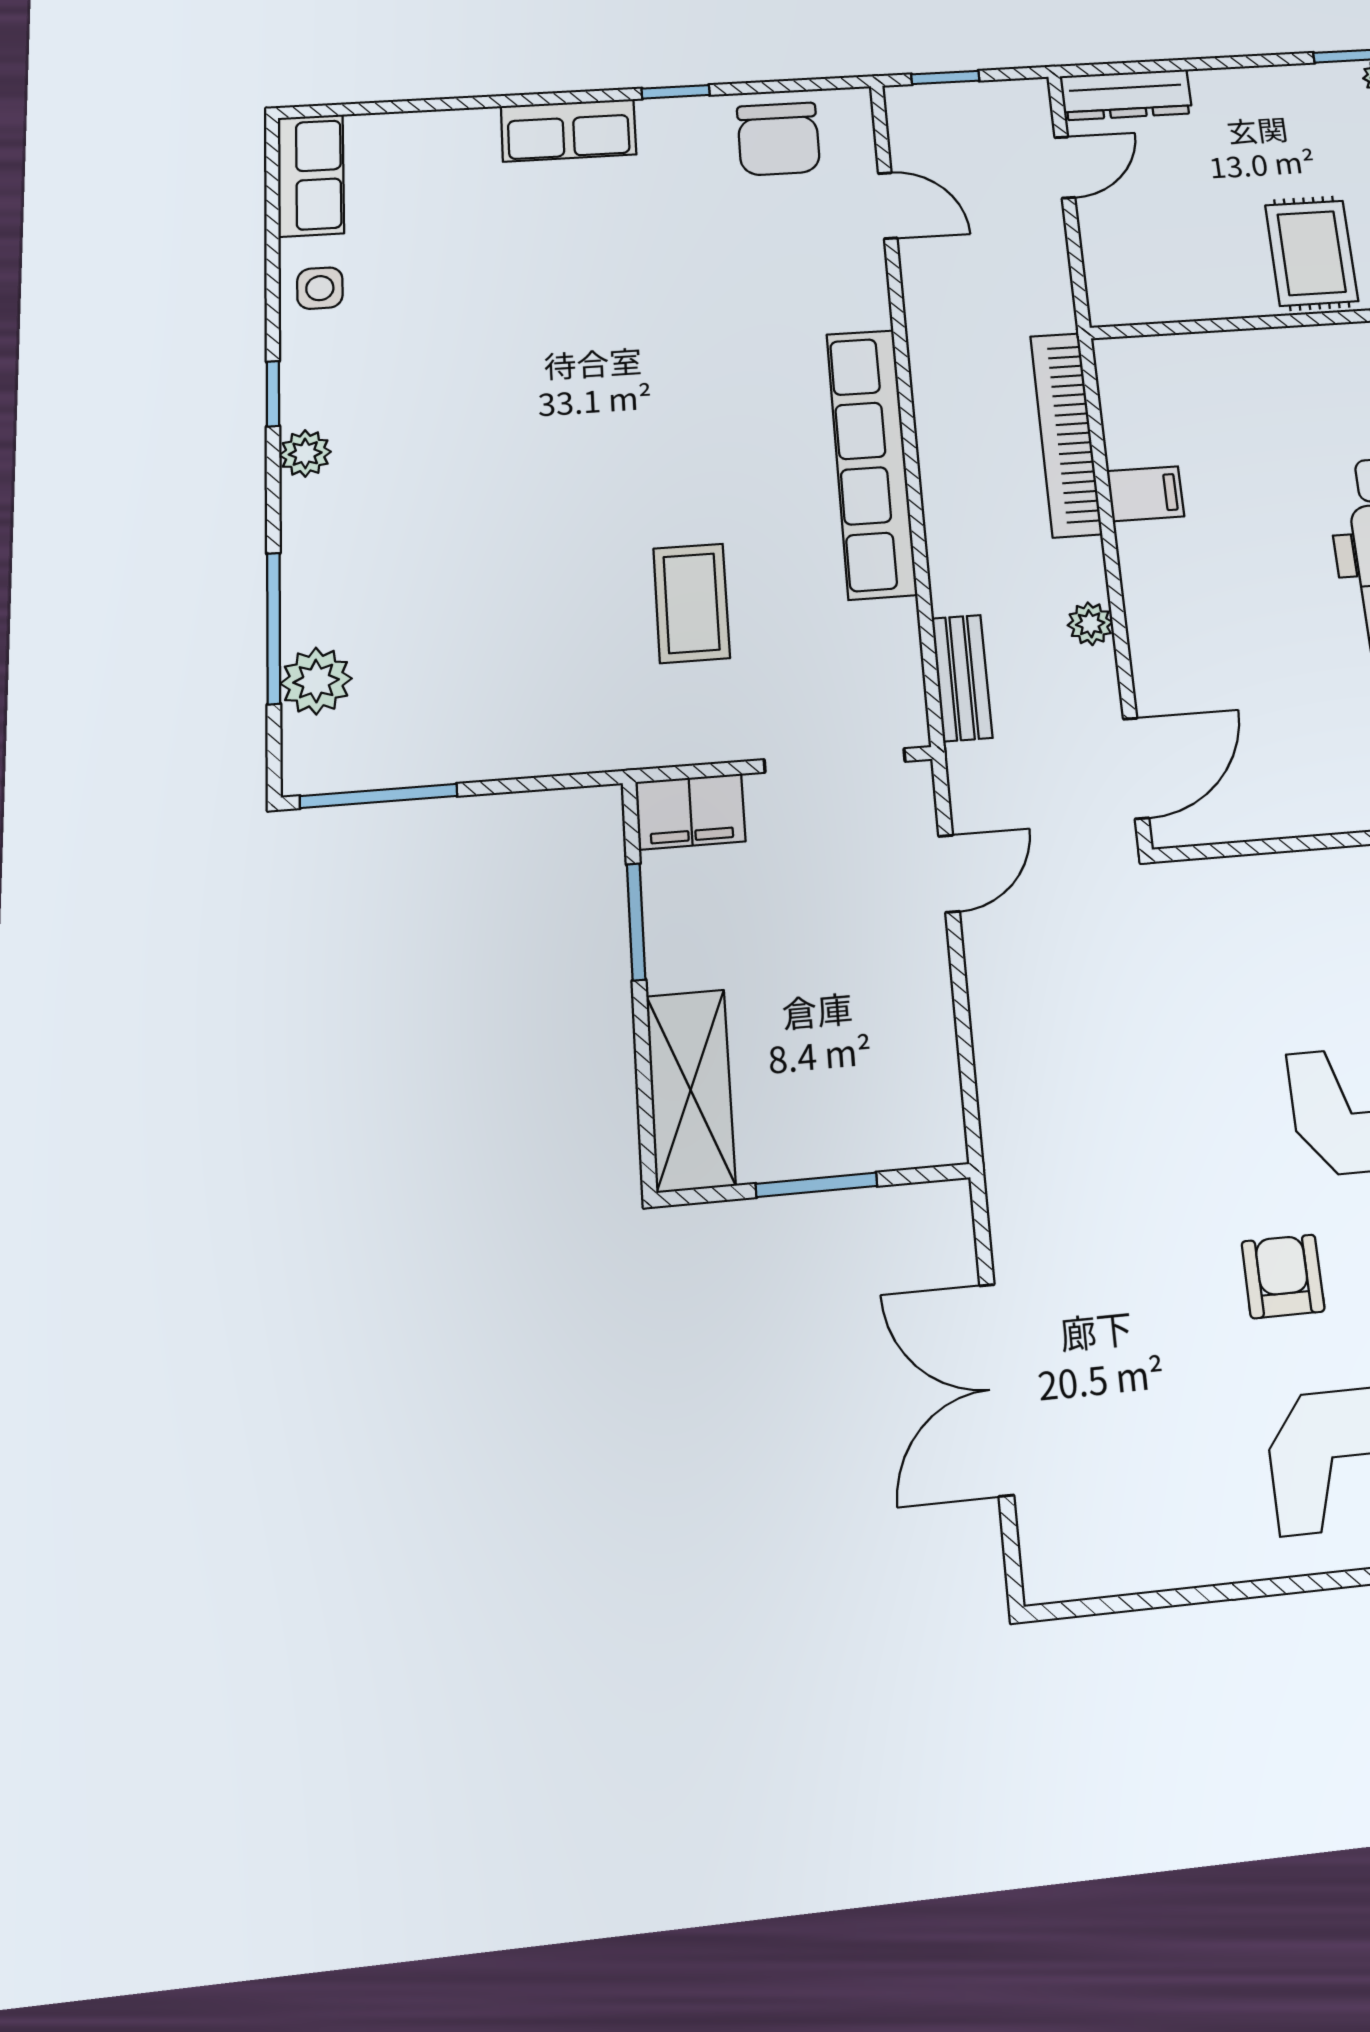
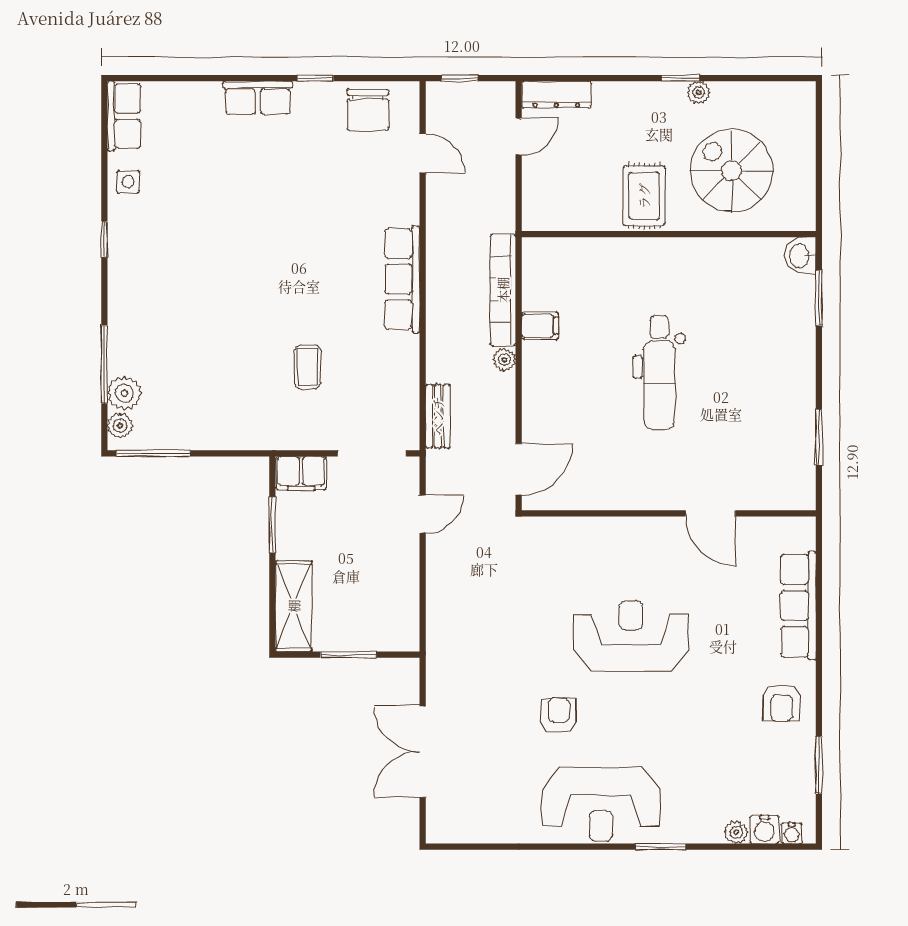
plant: (305, 453) -> (120, 426), moved
row of seats: (871, 463) -> (402, 279), width x0.73
coffee table: (692, 603) -> (307, 367), width x0.73, depth x0.77
plant: (1090, 624) -> (504, 360), moved

